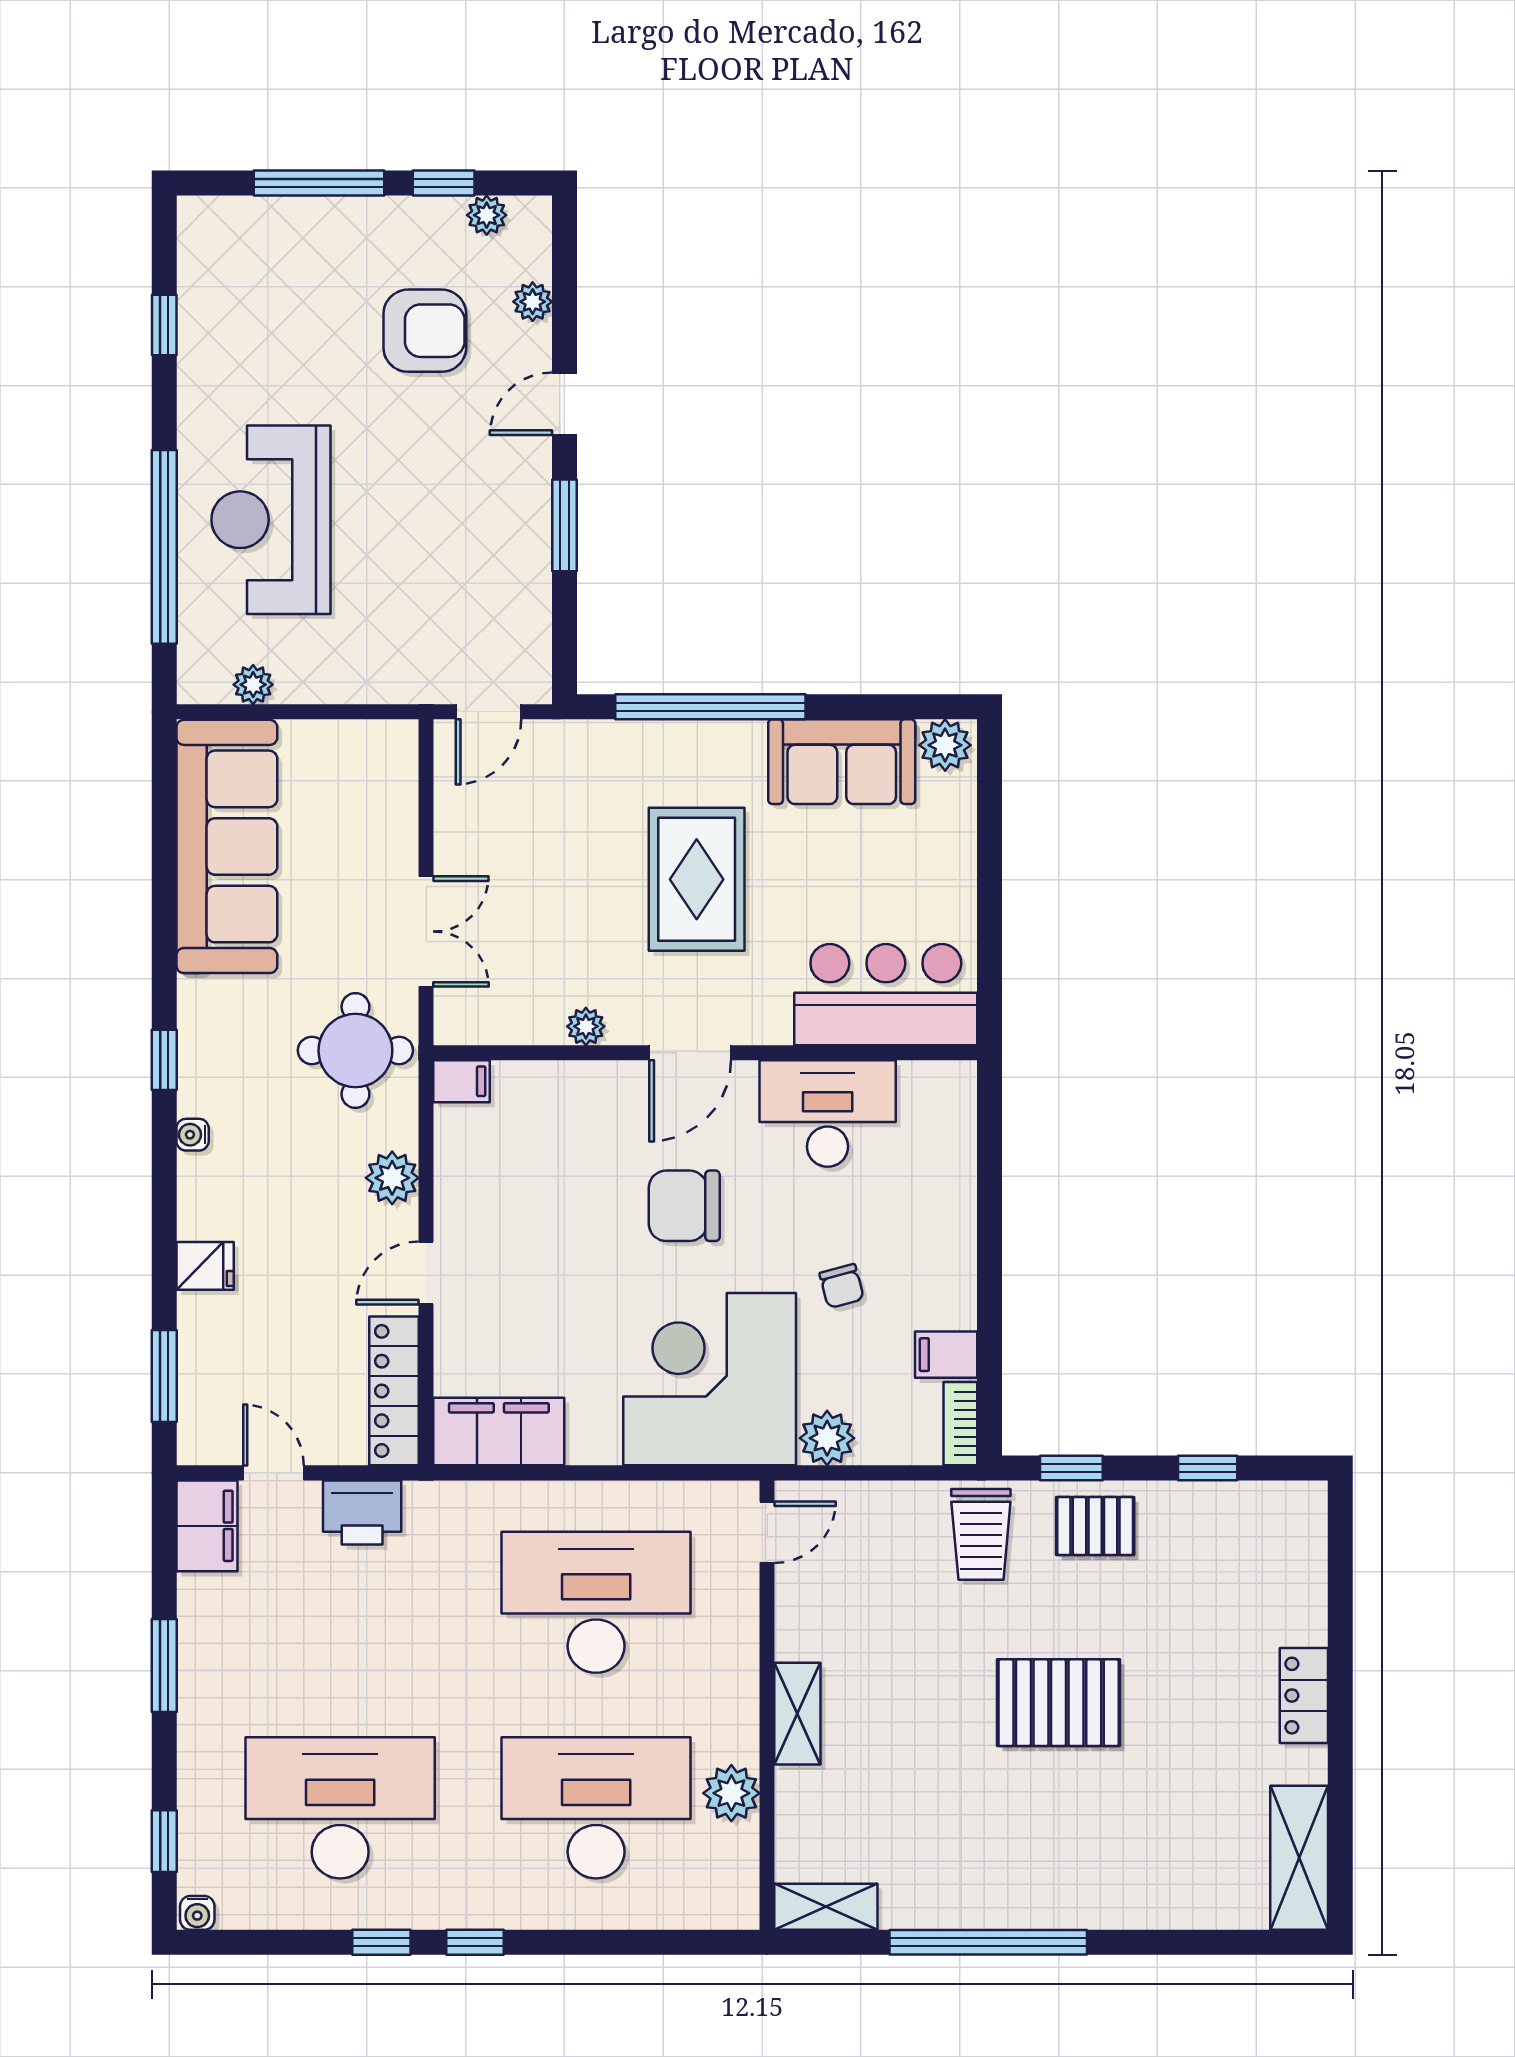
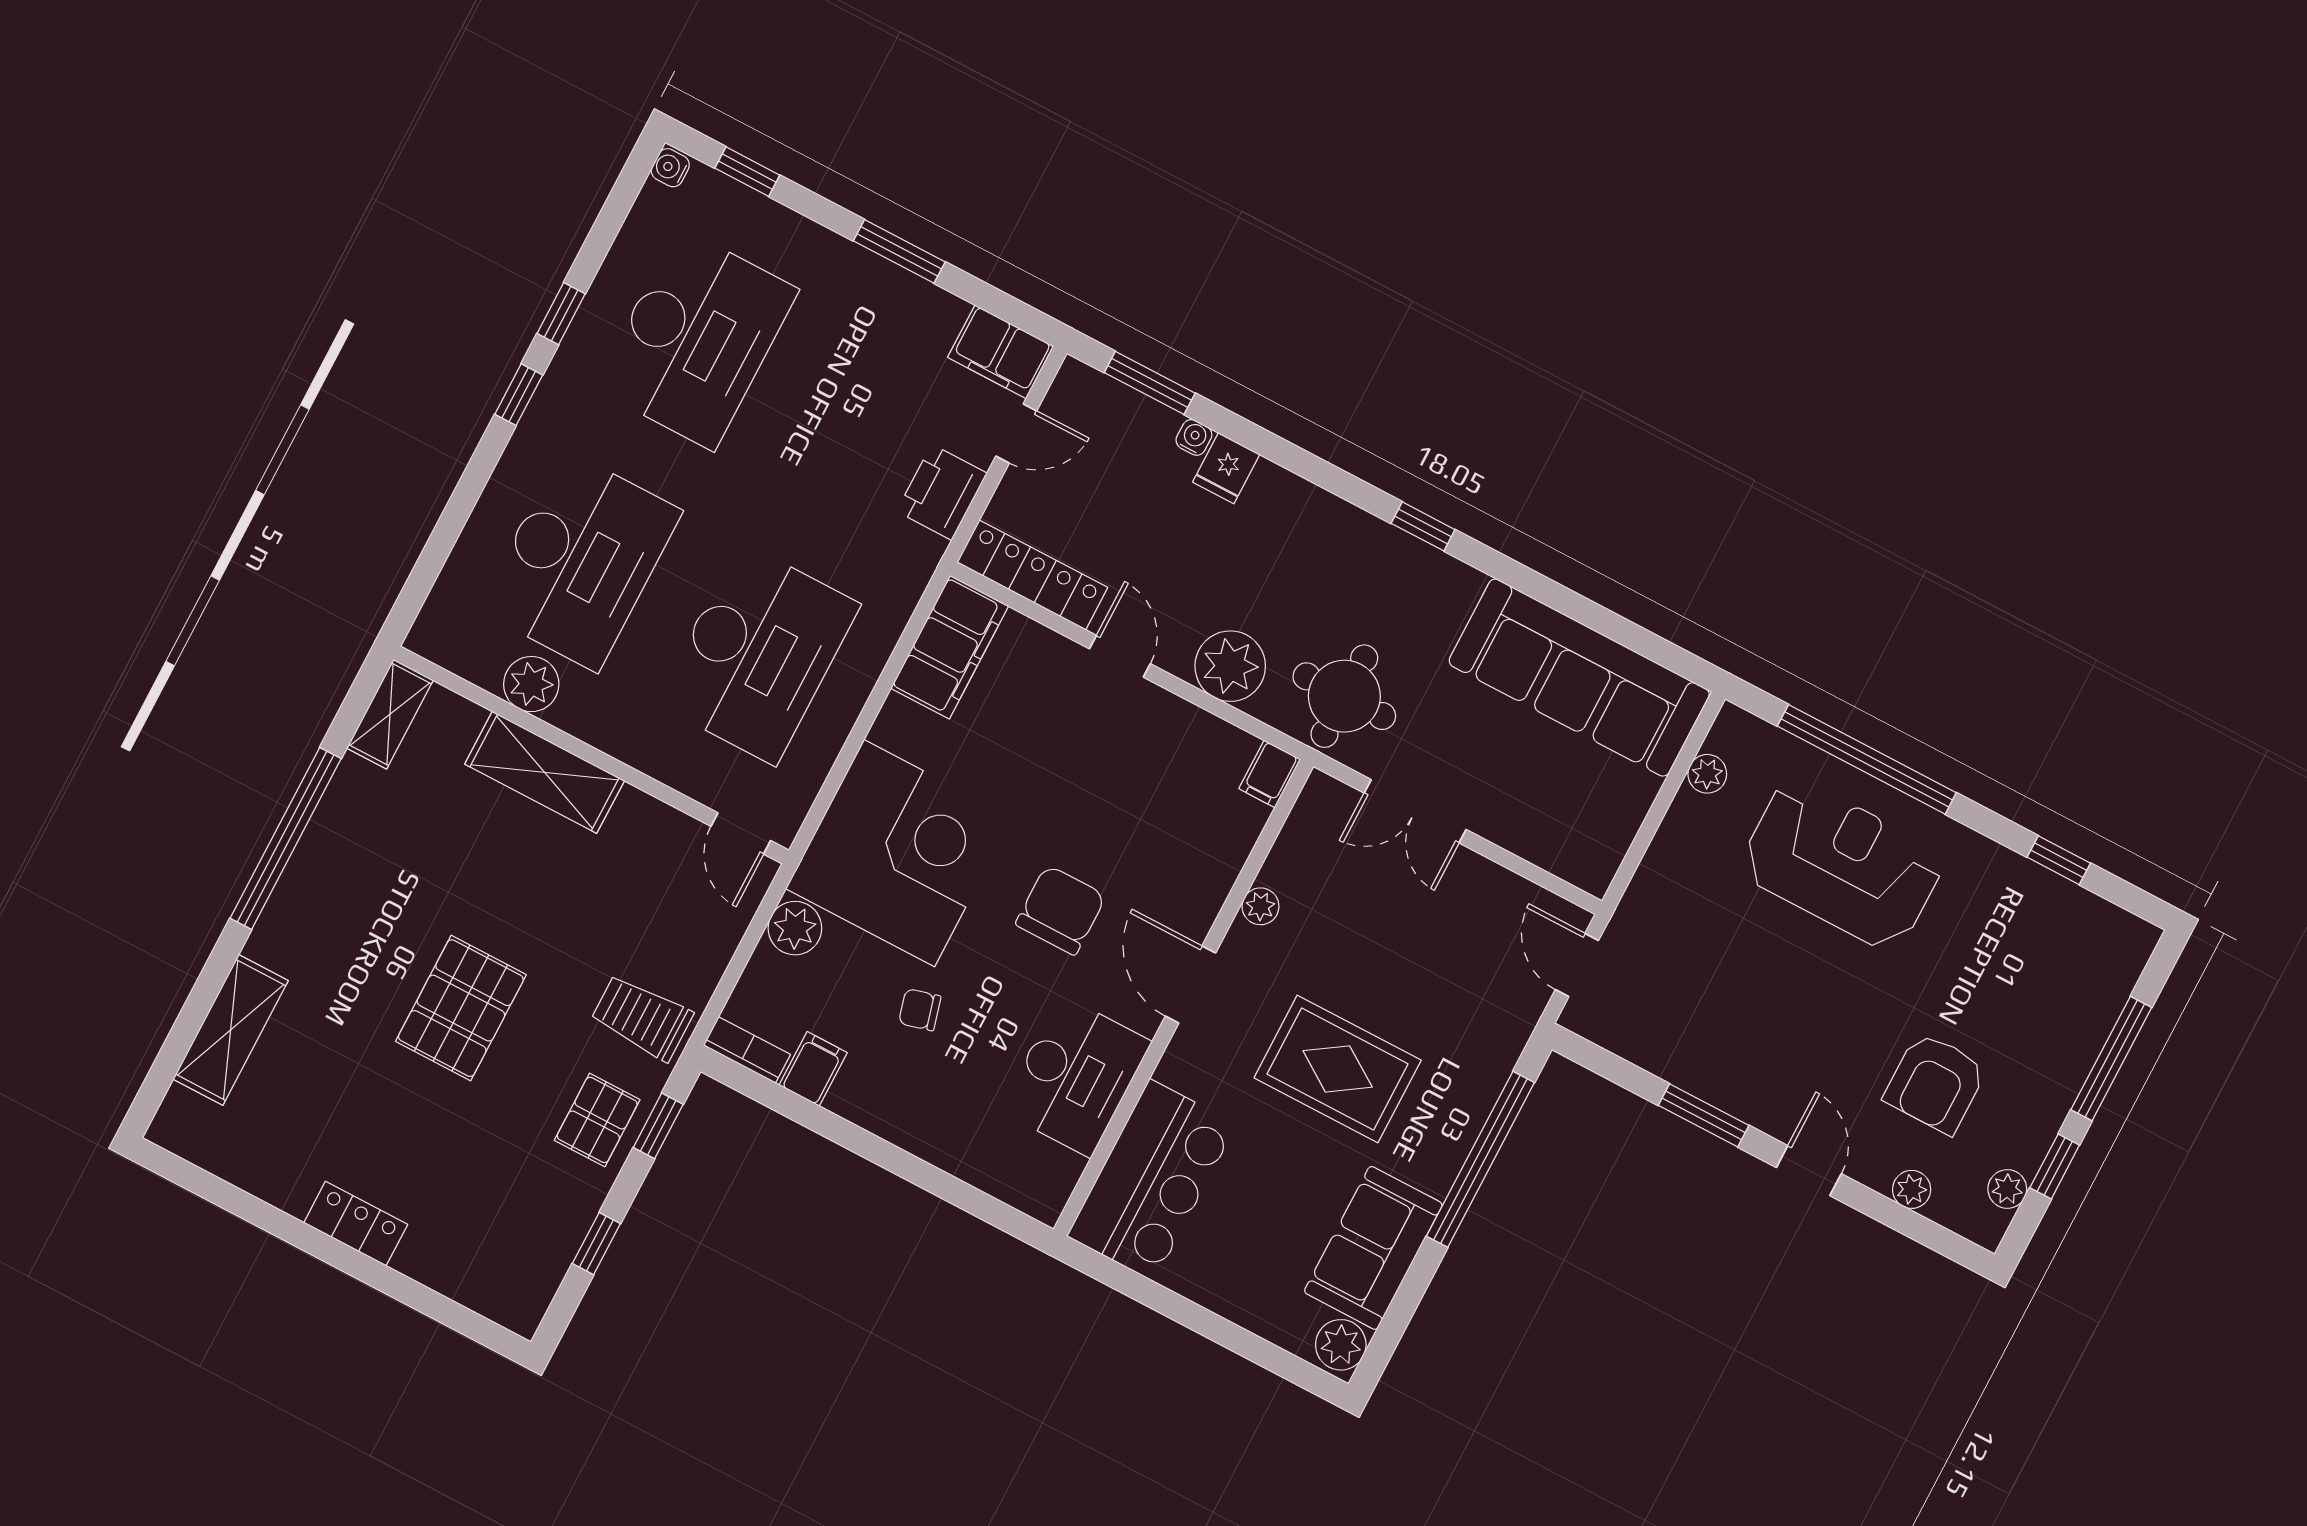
water cooler: (193, 1135) -> (1194, 437), moved
plant: (392, 1178) -> (1230, 666), width x1.36, depth x1.36
shelving: (797, 1714) -> (545, 772), width x1.50, depth x1.33
shelving: (1299, 1858) -> (231, 1030), moved, turned 90

